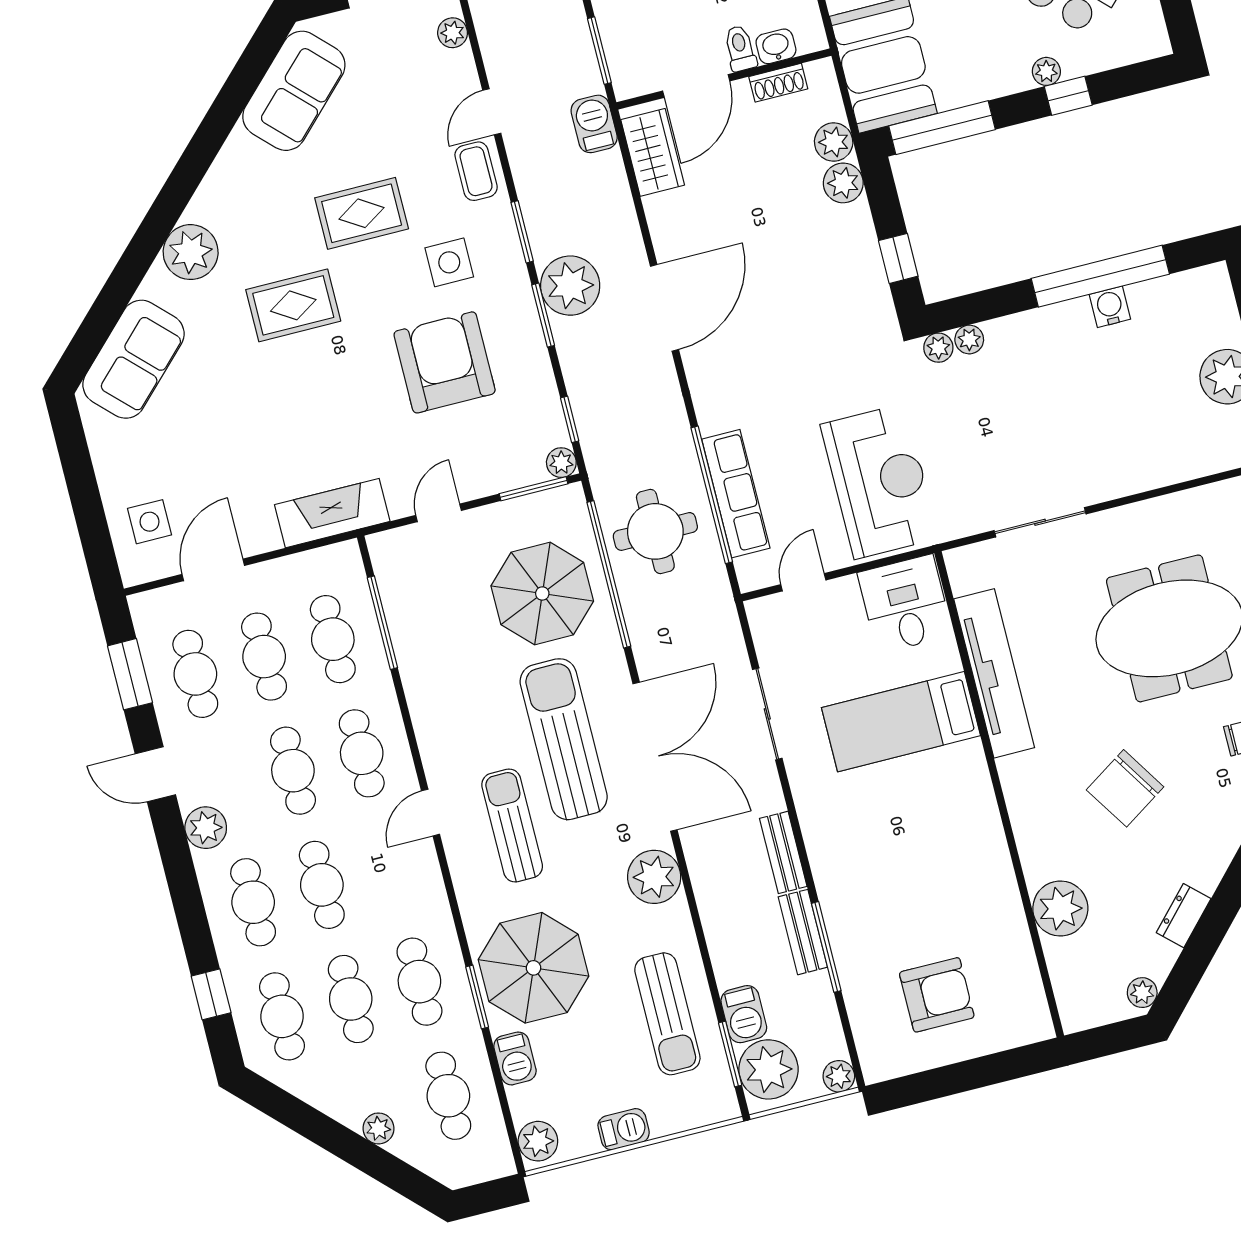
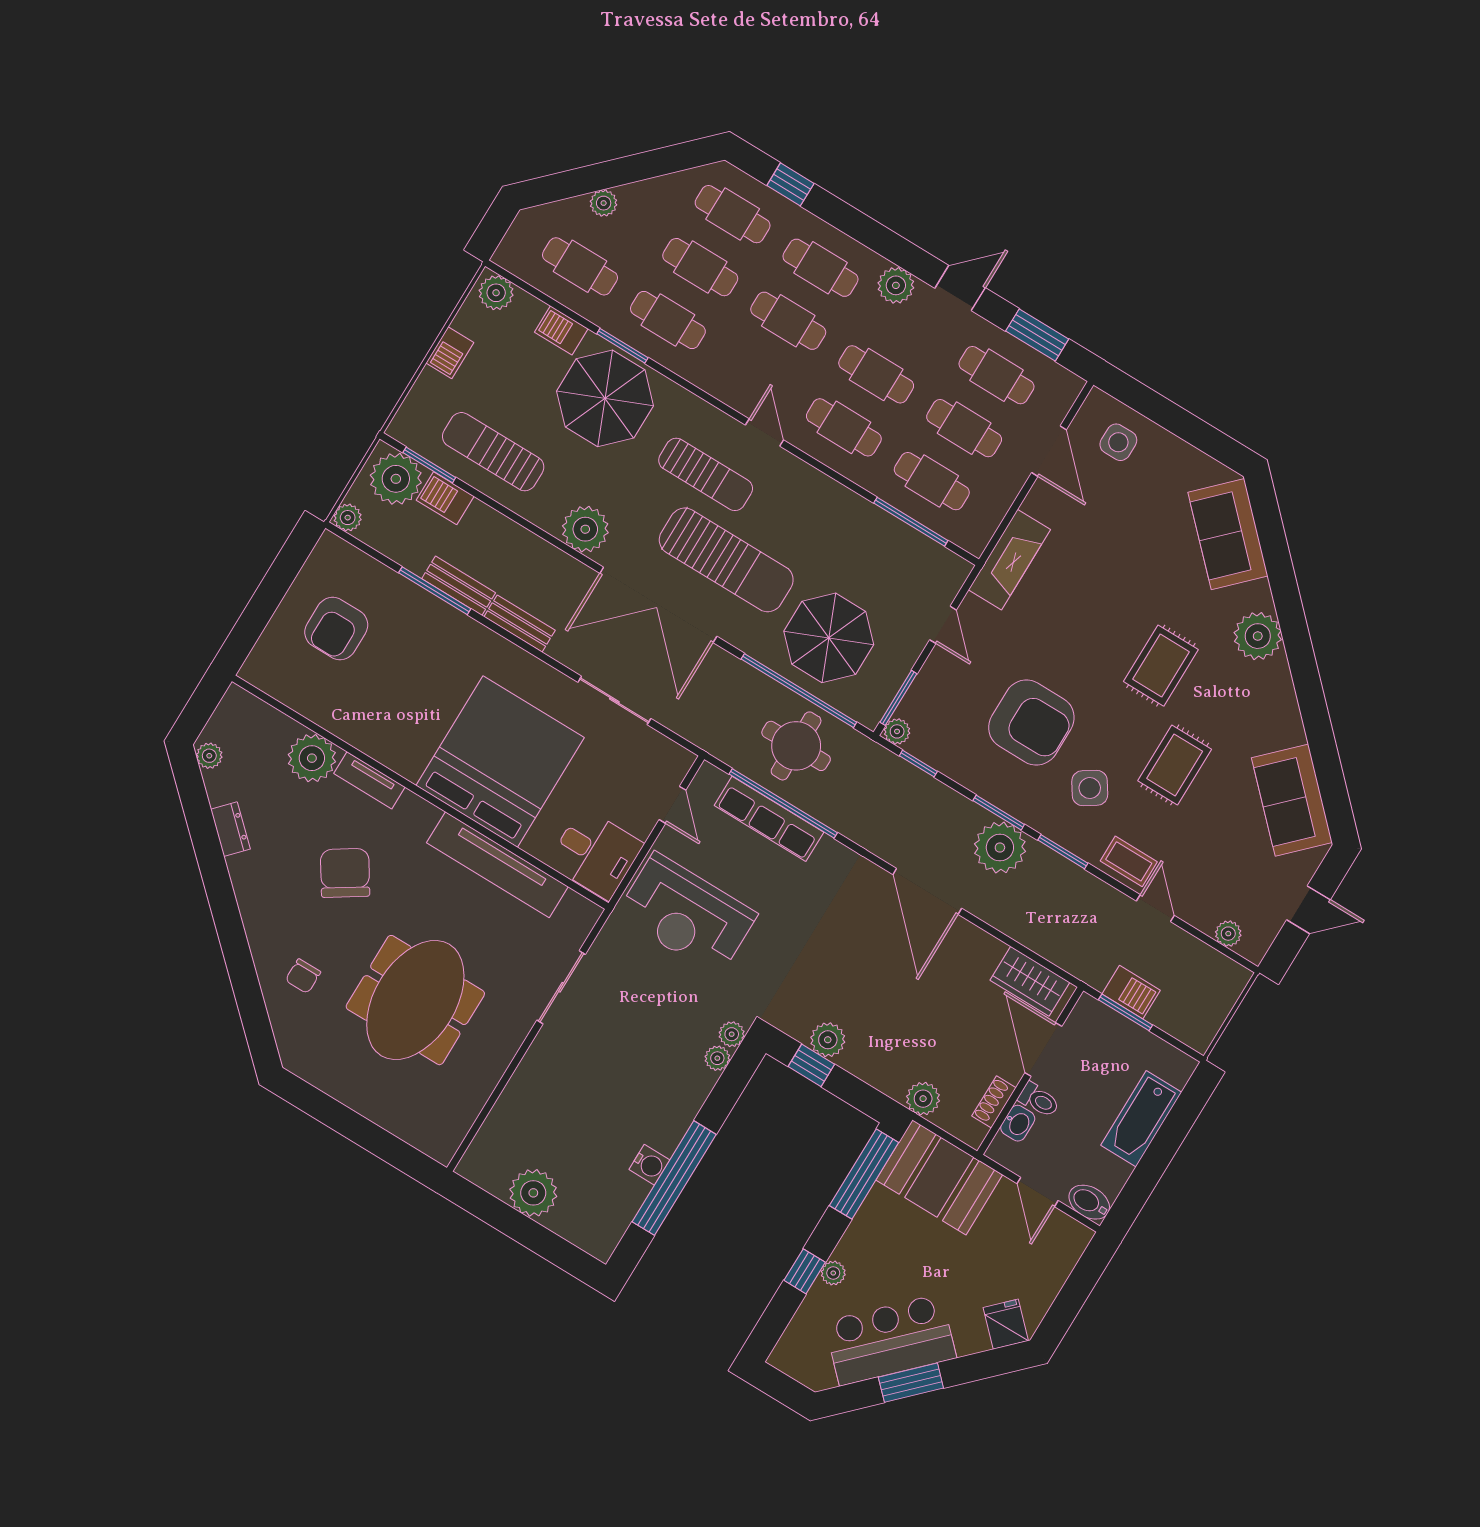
barbecue: (594, 124) -> (1131, 992), moved
plant: (843, 183) -> (828, 1040), moved
side table: (449, 262) -> (1090, 788), turned -33
bed: (901, 722) -> (500, 762), width x2.04
tv unit: (1031, 844) -> (369, 780), added

